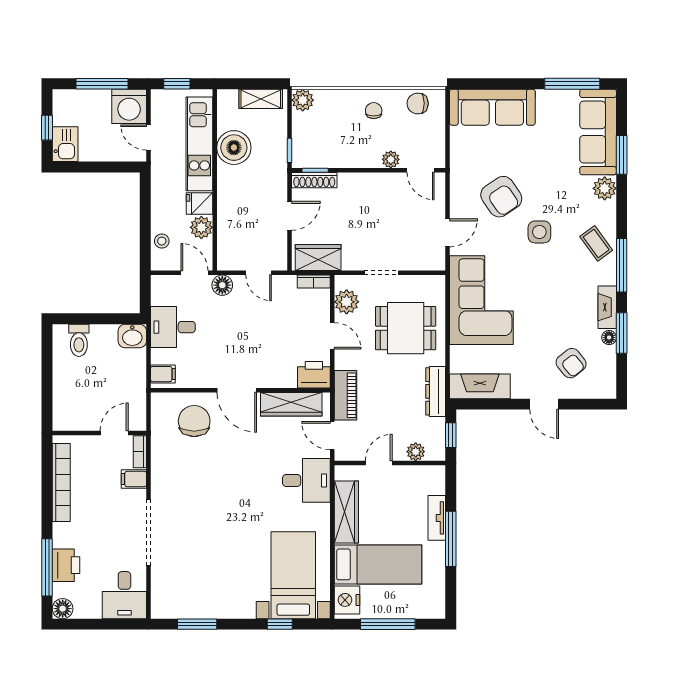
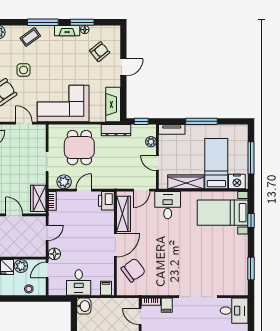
piano: (346, 395) -> (118, 182), removed
chair: (194, 421) -> (133, 270), turned 144
tv unit: (437, 518) -> (172, 129), moved

